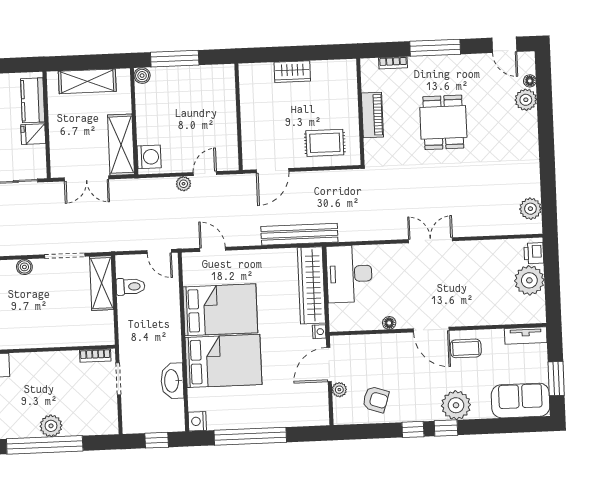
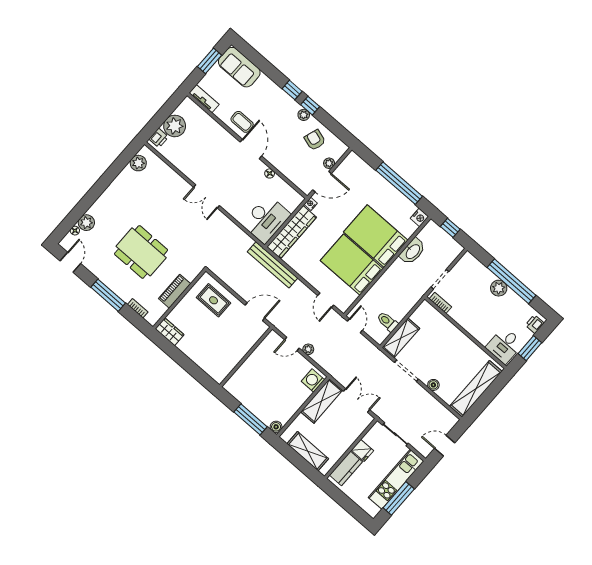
wardrobe: (292, 72) -> (170, 332), moved
dining table: (443, 122) -> (141, 252), width x1.38
plant: (456, 405) -> (304, 115), moved, width x0.53, depth x0.53

